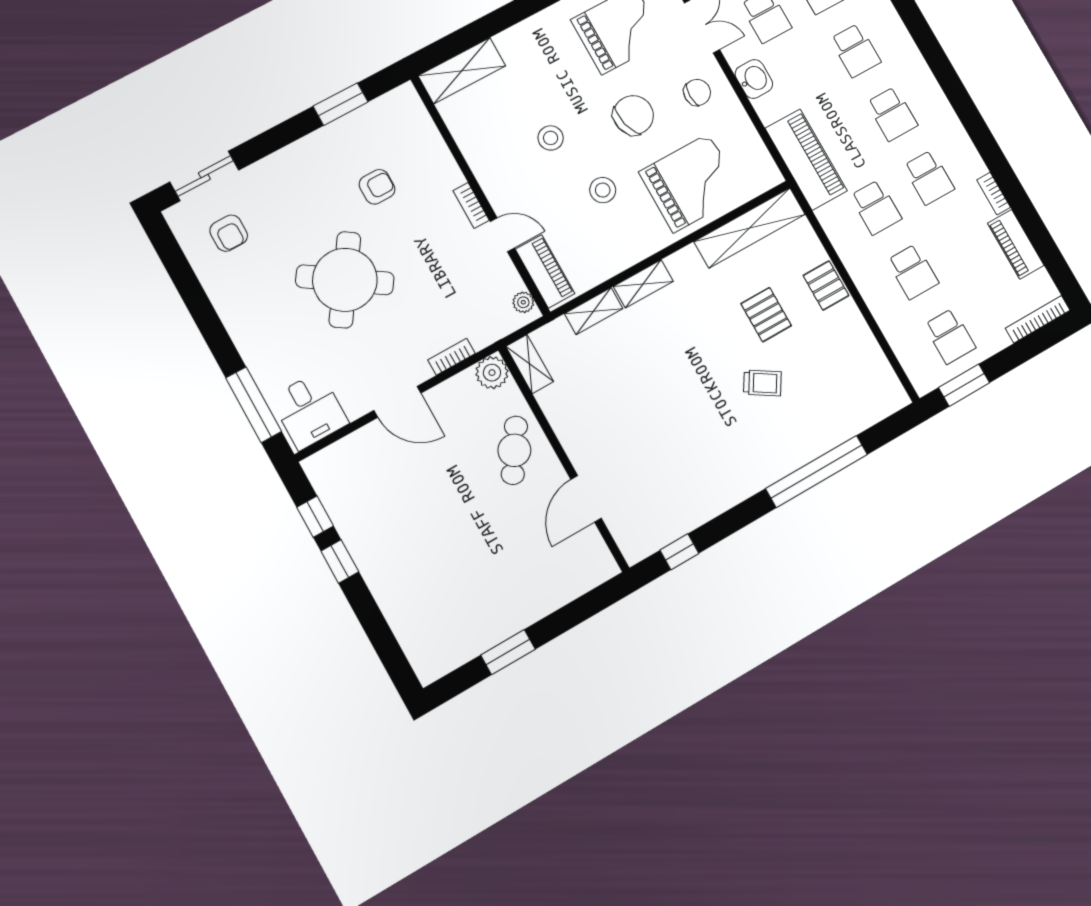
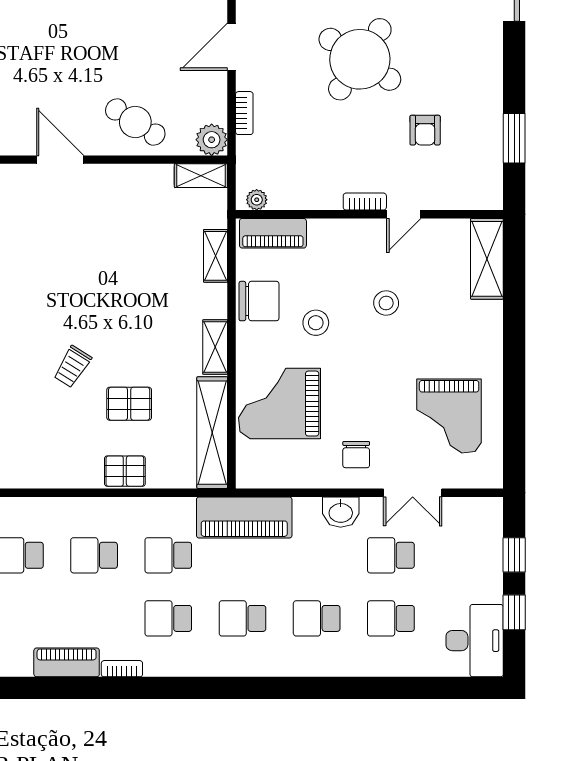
chair: (633, 115) -> (259, 301), moved, turned -76
grand piano: (691, 183) -> (279, 404), turned 90
door: (502, 235) -> (404, 214), moved
shelving: (643, 284) -> (215, 347), moved

